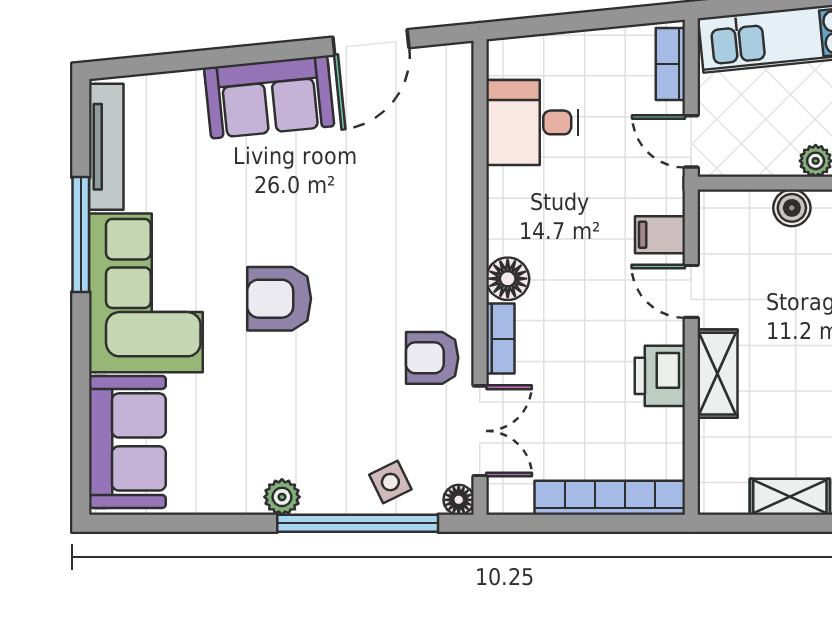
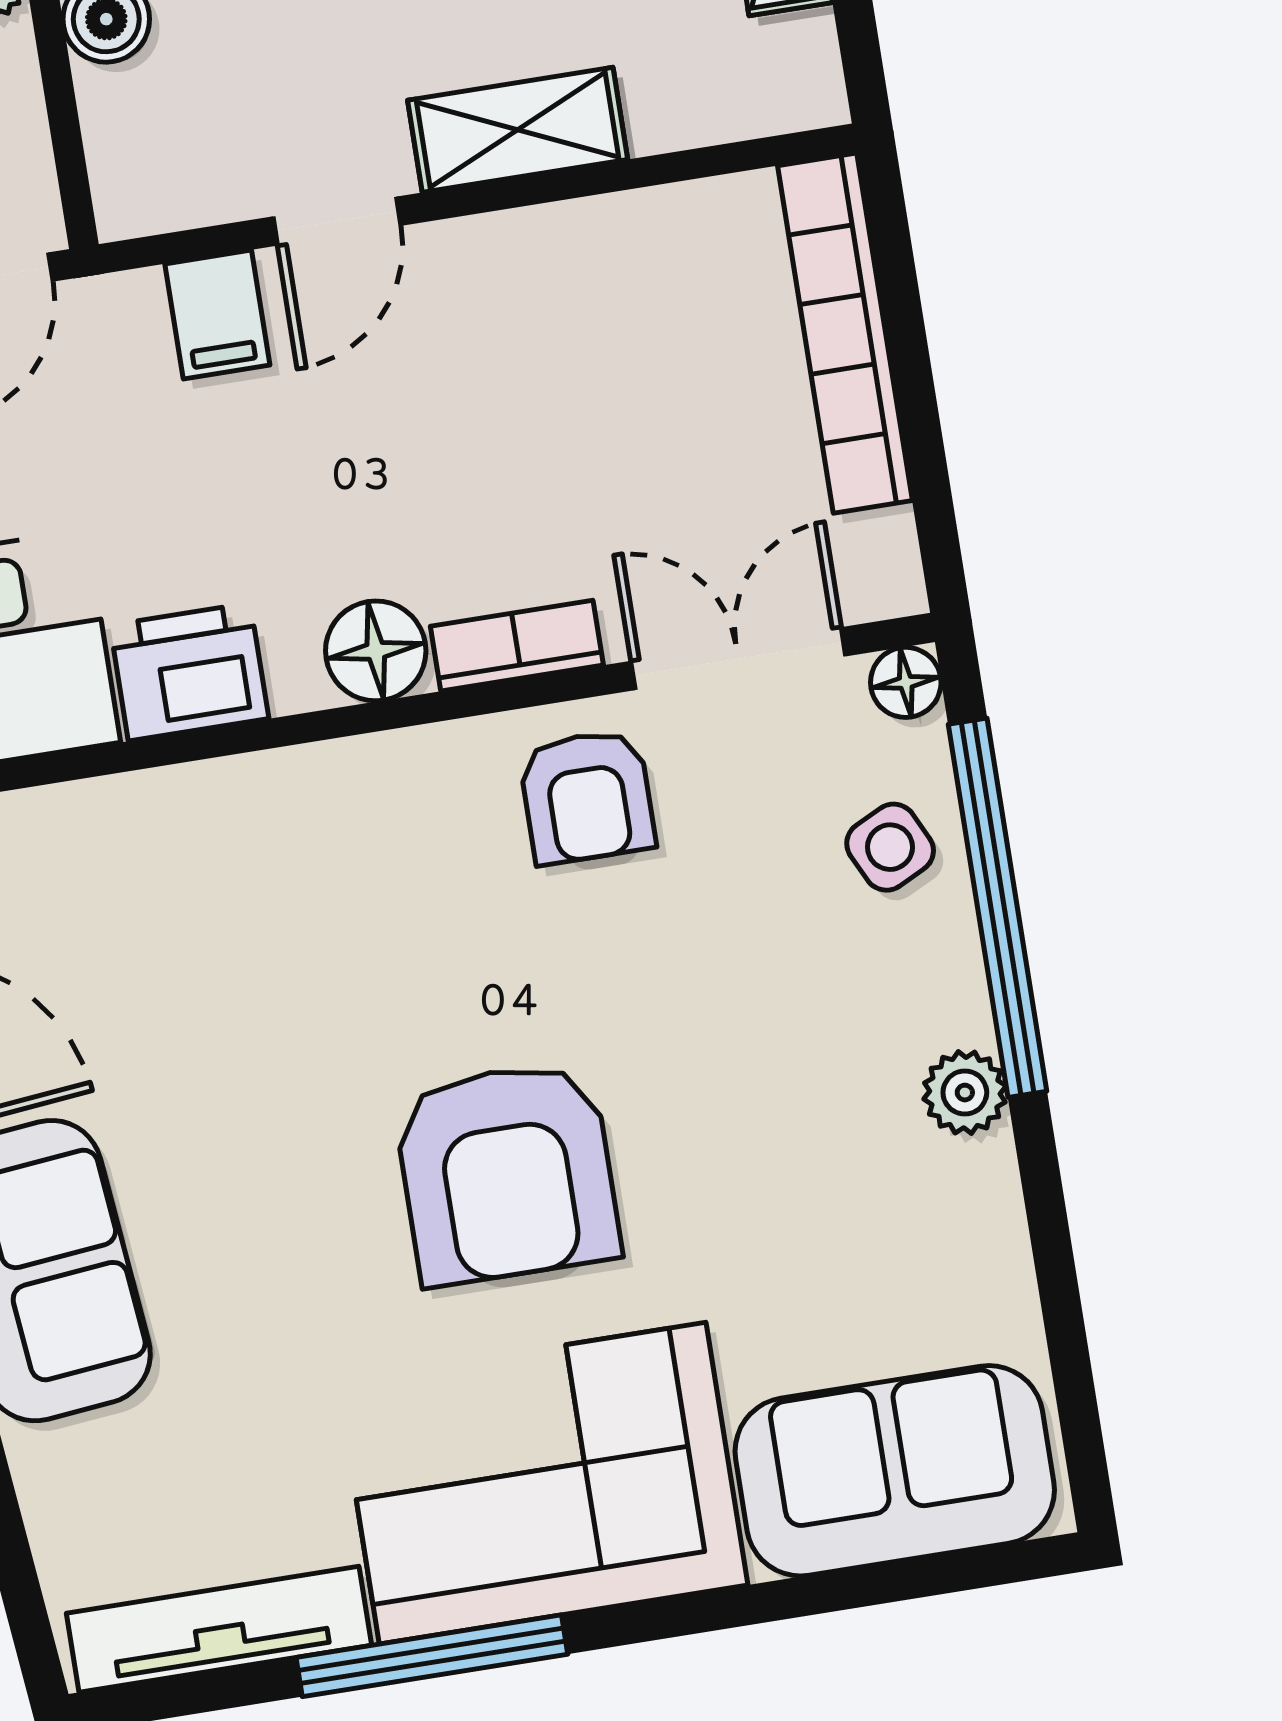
armchair: (279, 299) -> (507, 1173), width x1.36, depth x1.36
printer: (660, 376) -> (189, 672), moved, turned 180

